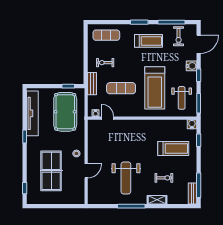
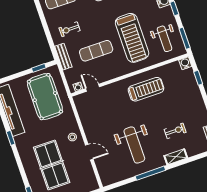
treadmill: (173, 149) -> (146, 89), moved
door: (86, 171) -> (89, 152), hinge flipped

